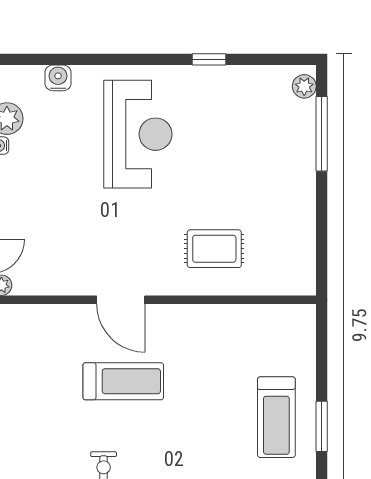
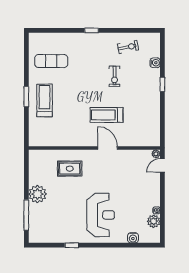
plant: (304, 86) -> (37, 194), moved, width x1.88, depth x1.88
reception desk: (138, 134) -> (101, 215), turned 180

